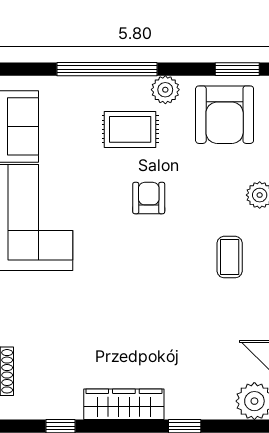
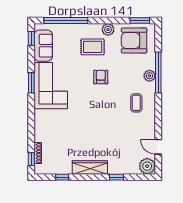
window: (107, 69) -> (66, 20), moved
armchair: (225, 115) -> (134, 40), turned 90

